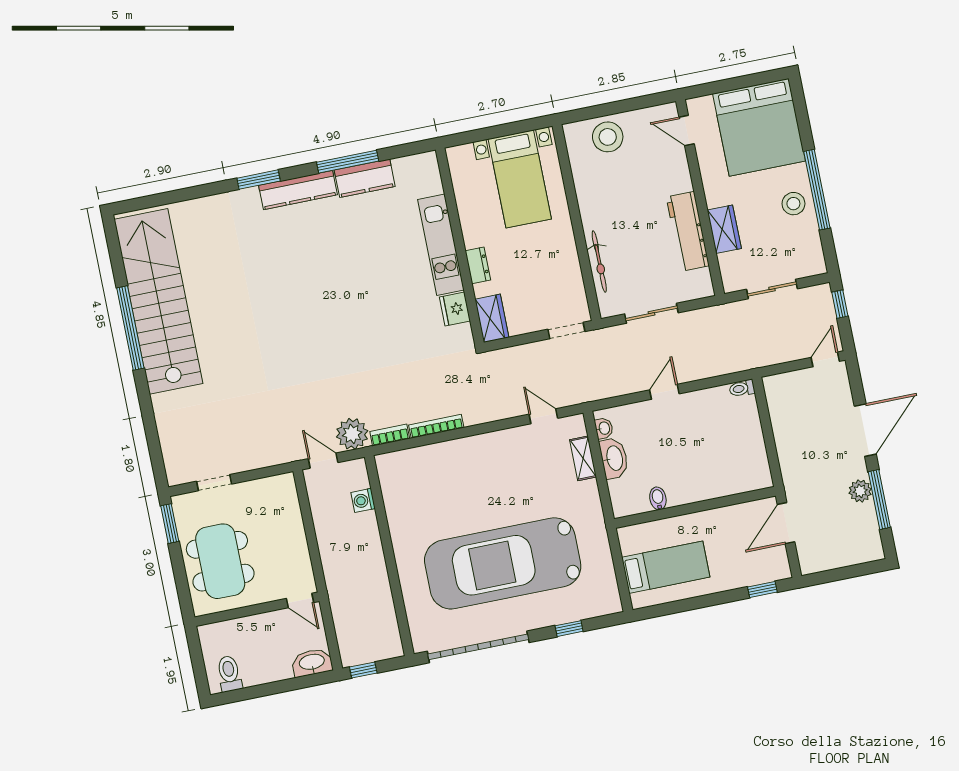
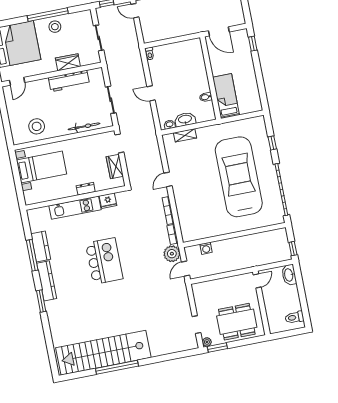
stool: (608, 137) -> (37, 126), moved
kitchen island: (337, 302) -> (104, 261), added
wardrobe: (492, 318) -> (115, 167), moved, turned -90
door: (543, 416) -> (168, 179), moved
plant: (180, 503) -> (207, 342), added
car: (503, 563) -> (239, 177), turned 180
bed: (666, 567) -> (226, 96), moved

